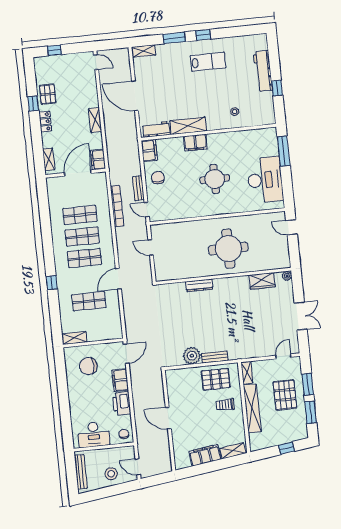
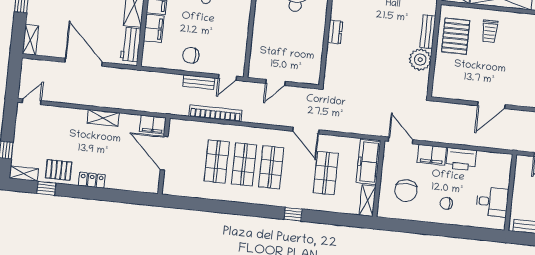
door: (135, 96) -> (84, 62), swing flipped
window: (33, 104) -> (46, 188), moved
filing cabinet: (149, 151) -> (154, 28), moved, turned 90
shelving: (49, 159) -> (24, 174), moved
dresser: (199, 285) -> (335, 32), width x0.70
freezer: (104, 332) -> (368, 162), added
desk: (94, 434) -> (492, 202), width x0.73
chair: (124, 434) -> (446, 203), moved

